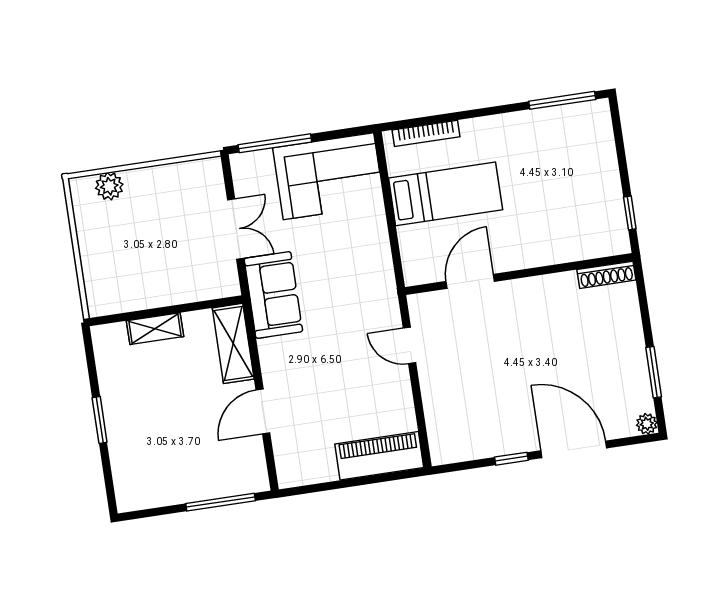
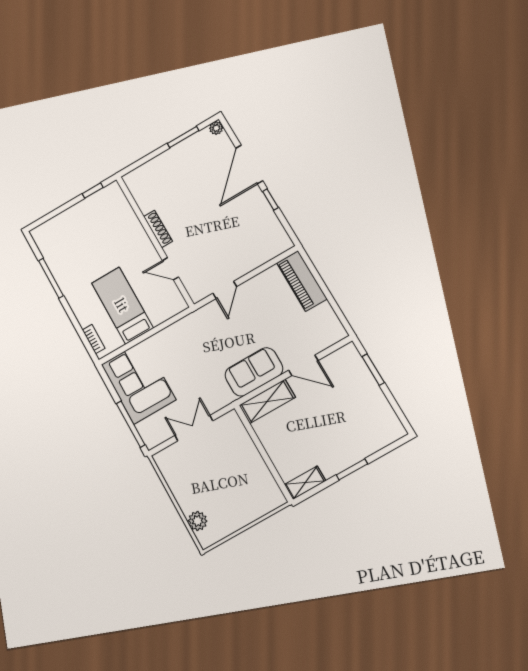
window: (562, 100) -> (51, 278), moved
bookcase: (426, 133) -> (94, 339), width x0.64
shoe rack: (606, 275) -> (158, 229), moved
door: (470, 281) -> (170, 269), width x0.73
sofa: (273, 295) -> (254, 372), moved
shelving: (155, 329) -> (305, 483), moved, turned 90
window: (221, 502) -> (373, 370), width x0.69

